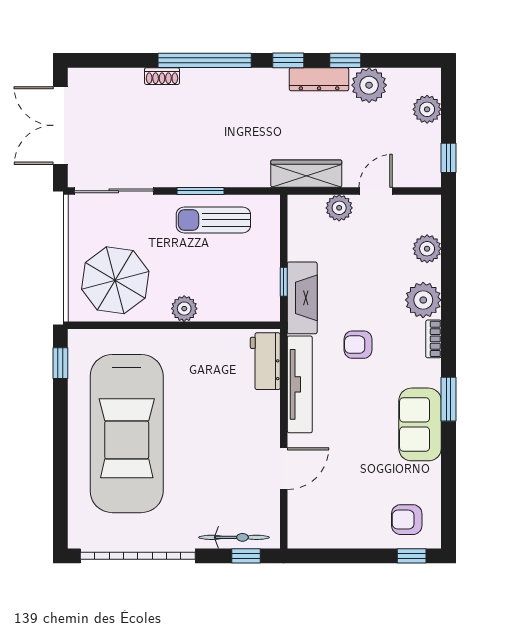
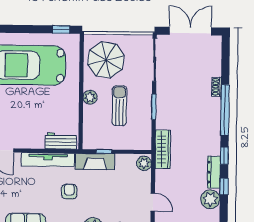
wardrobe: (306, 174) -> (163, 149), moved
plant: (339, 208) -> (144, 163), moved
sun lounger: (213, 220) -> (119, 106), moved

